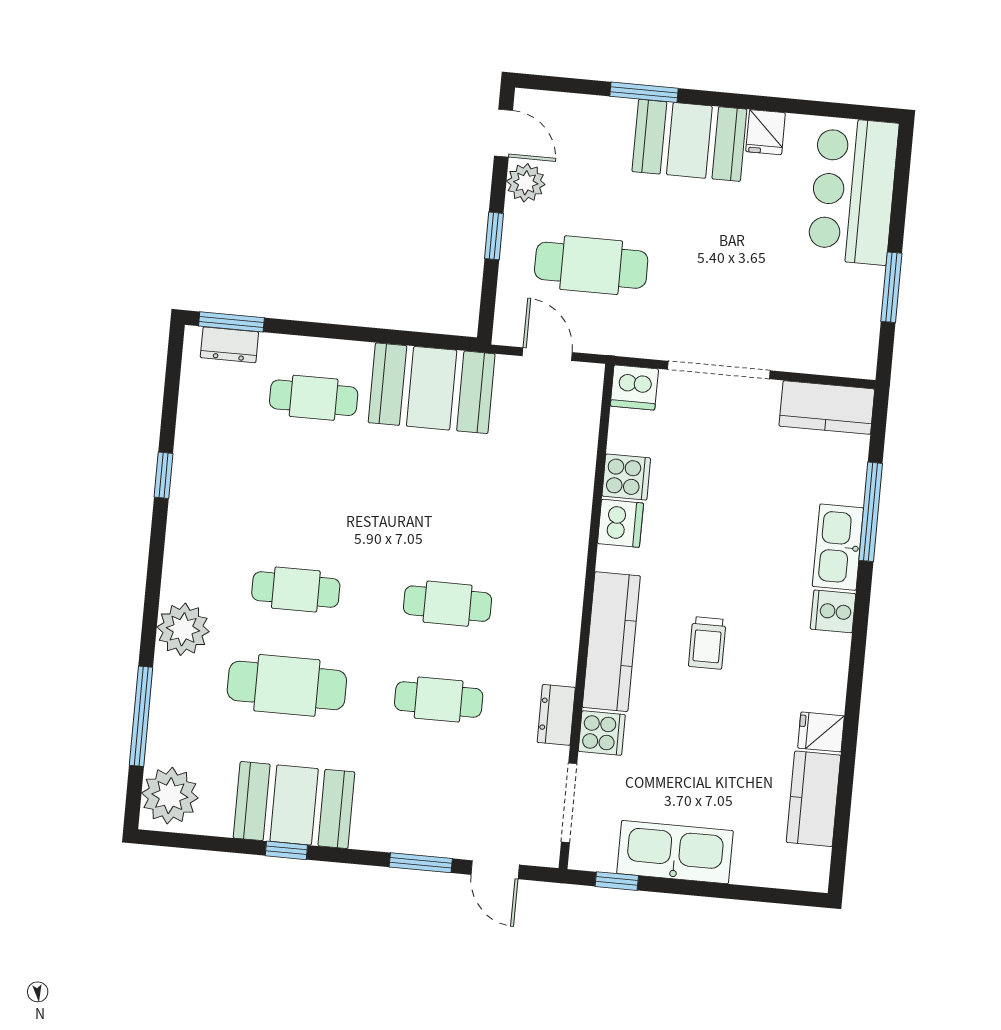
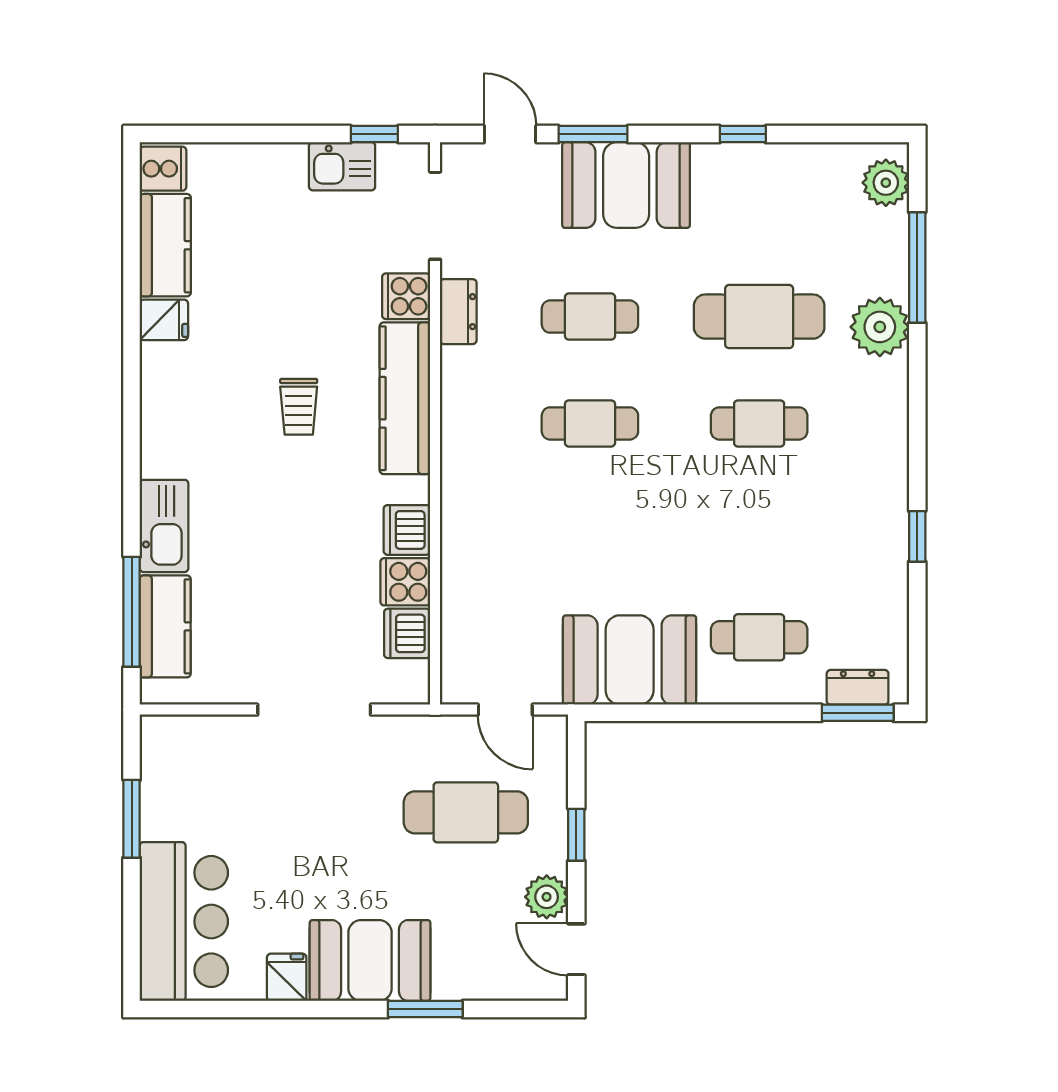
dishwasher: (634, 387) -> (407, 633), moved, turned -90
kitchen counter: (827, 408) -> (165, 626), moved, turned 90
window: (871, 512) -> (132, 612), moved
cooker: (833, 611) -> (163, 169), moved
plant: (183, 629) -> (880, 327), moved
trolley: (707, 643) -> (299, 407), turned 180
plant: (170, 796) -> (886, 183), width x0.73, depth x0.73
booth: (294, 805) -> (626, 185), moved
kitchen sink: (675, 852) -> (342, 166), width x0.53, depth x0.81

